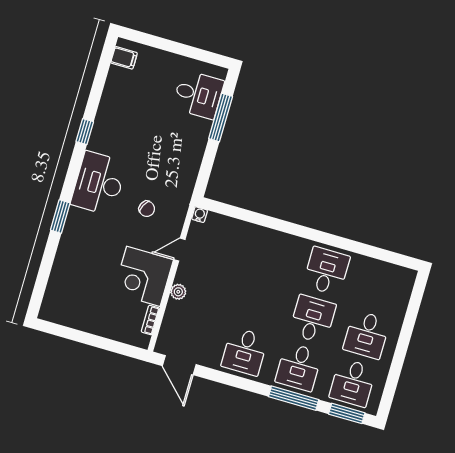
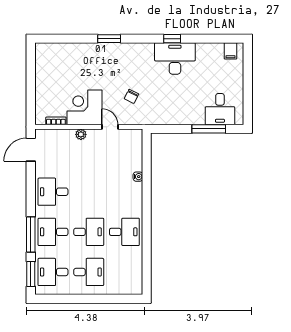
desk: (99, 183) -> (175, 58), moved
water cooler: (200, 215) -> (138, 177), moved
desk: (367, 335) -> (89, 272), turned 180

